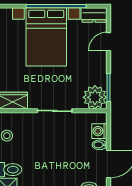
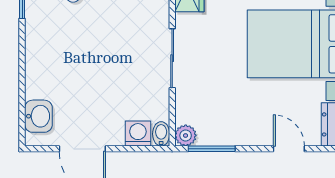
plant: (95, 97) -> (186, 135), width x0.53, depth x0.53
bidet: (100, 145) -> (161, 134), moved

